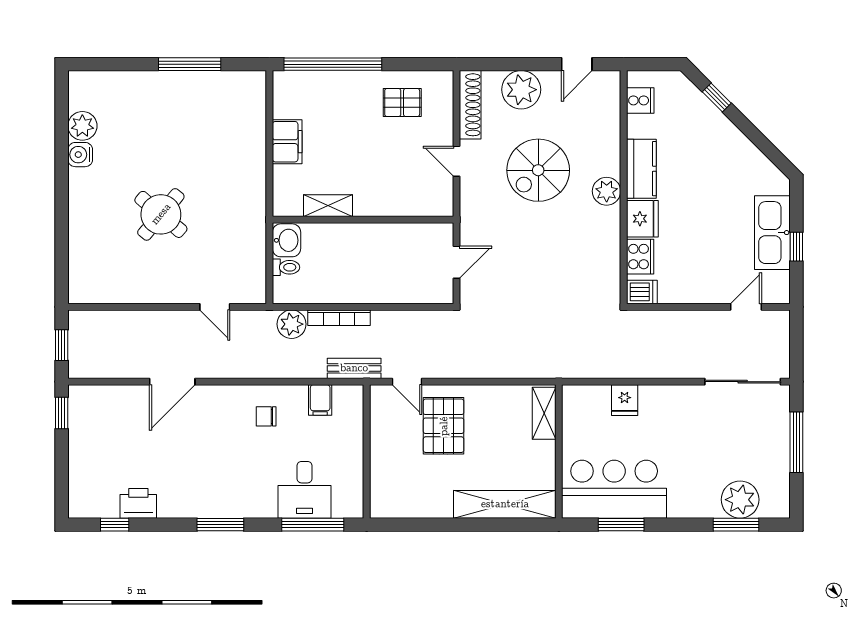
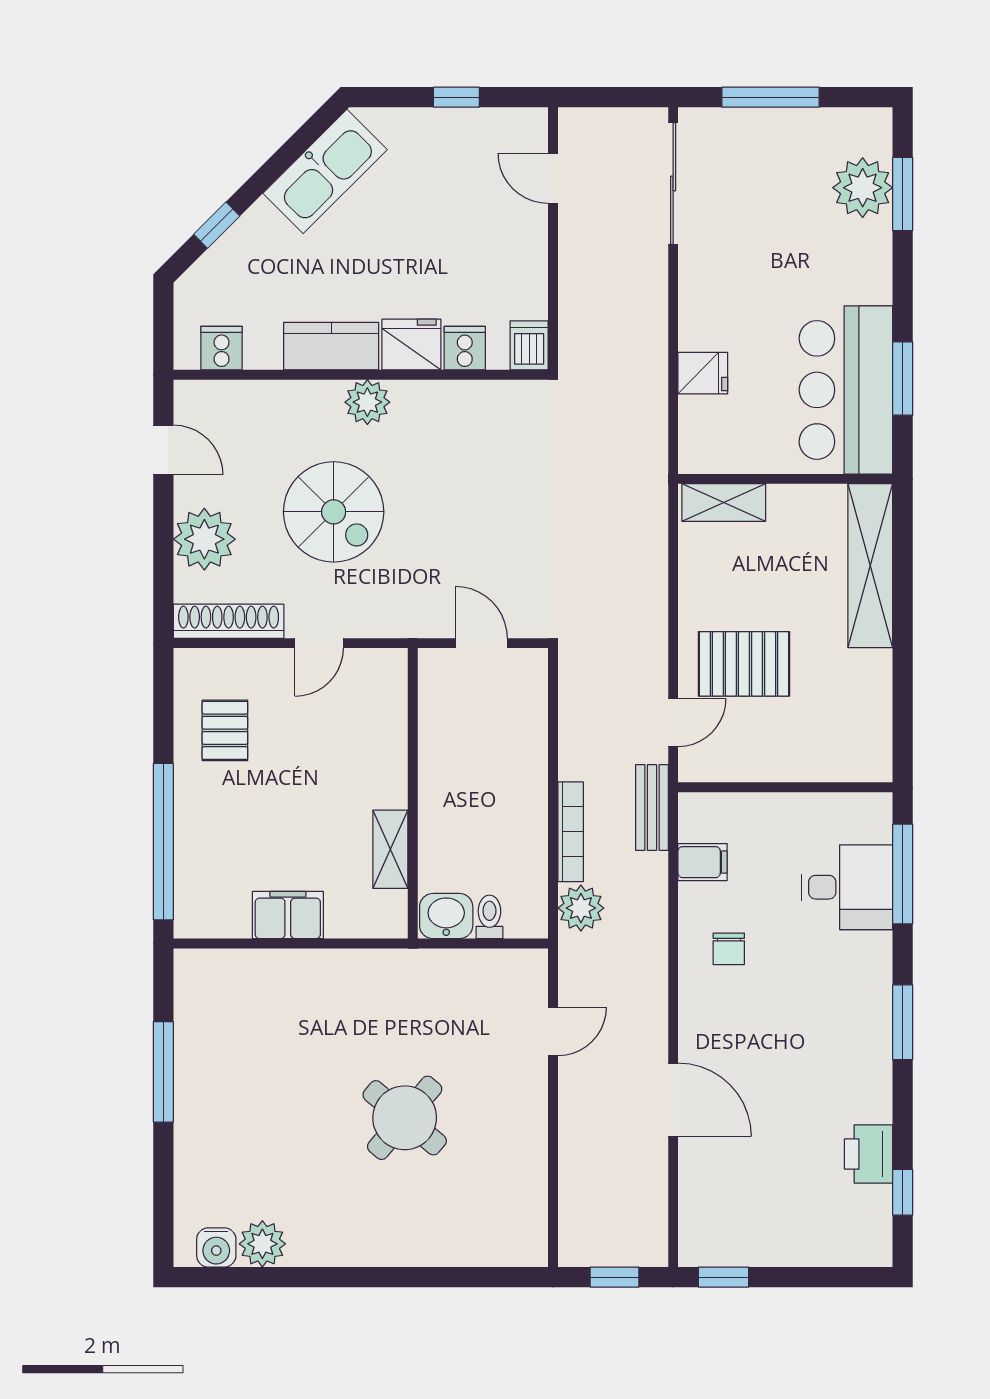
water cooler: (80, 155) -> (216, 1247), moved
kitchen sink: (772, 233) -> (325, 171), moved, turned -45
cooker: (640, 257) -> (465, 348), width x0.73

